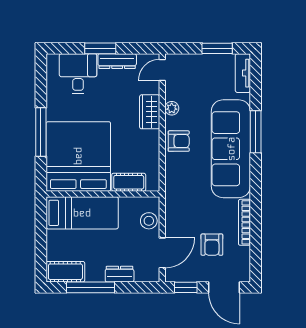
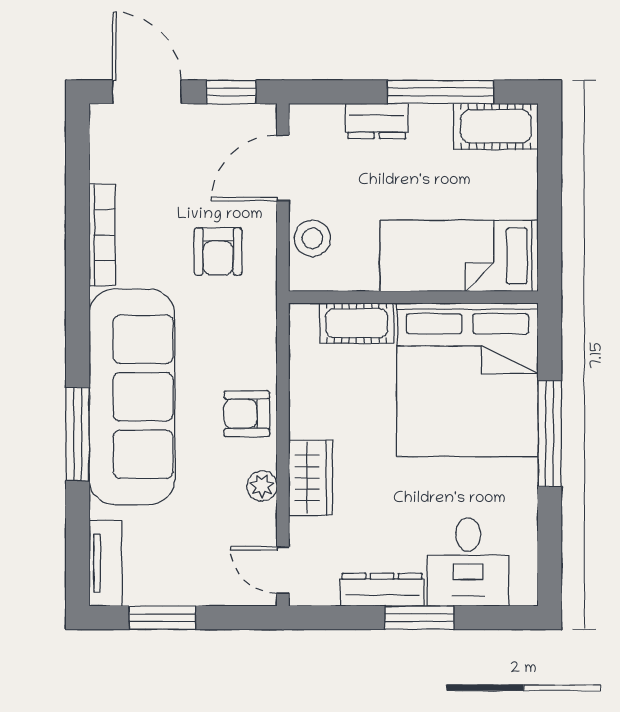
door: (162, 70) -> (283, 570), swing flipped
armchair: (212, 245) -> (218, 251), moved, turned 180

